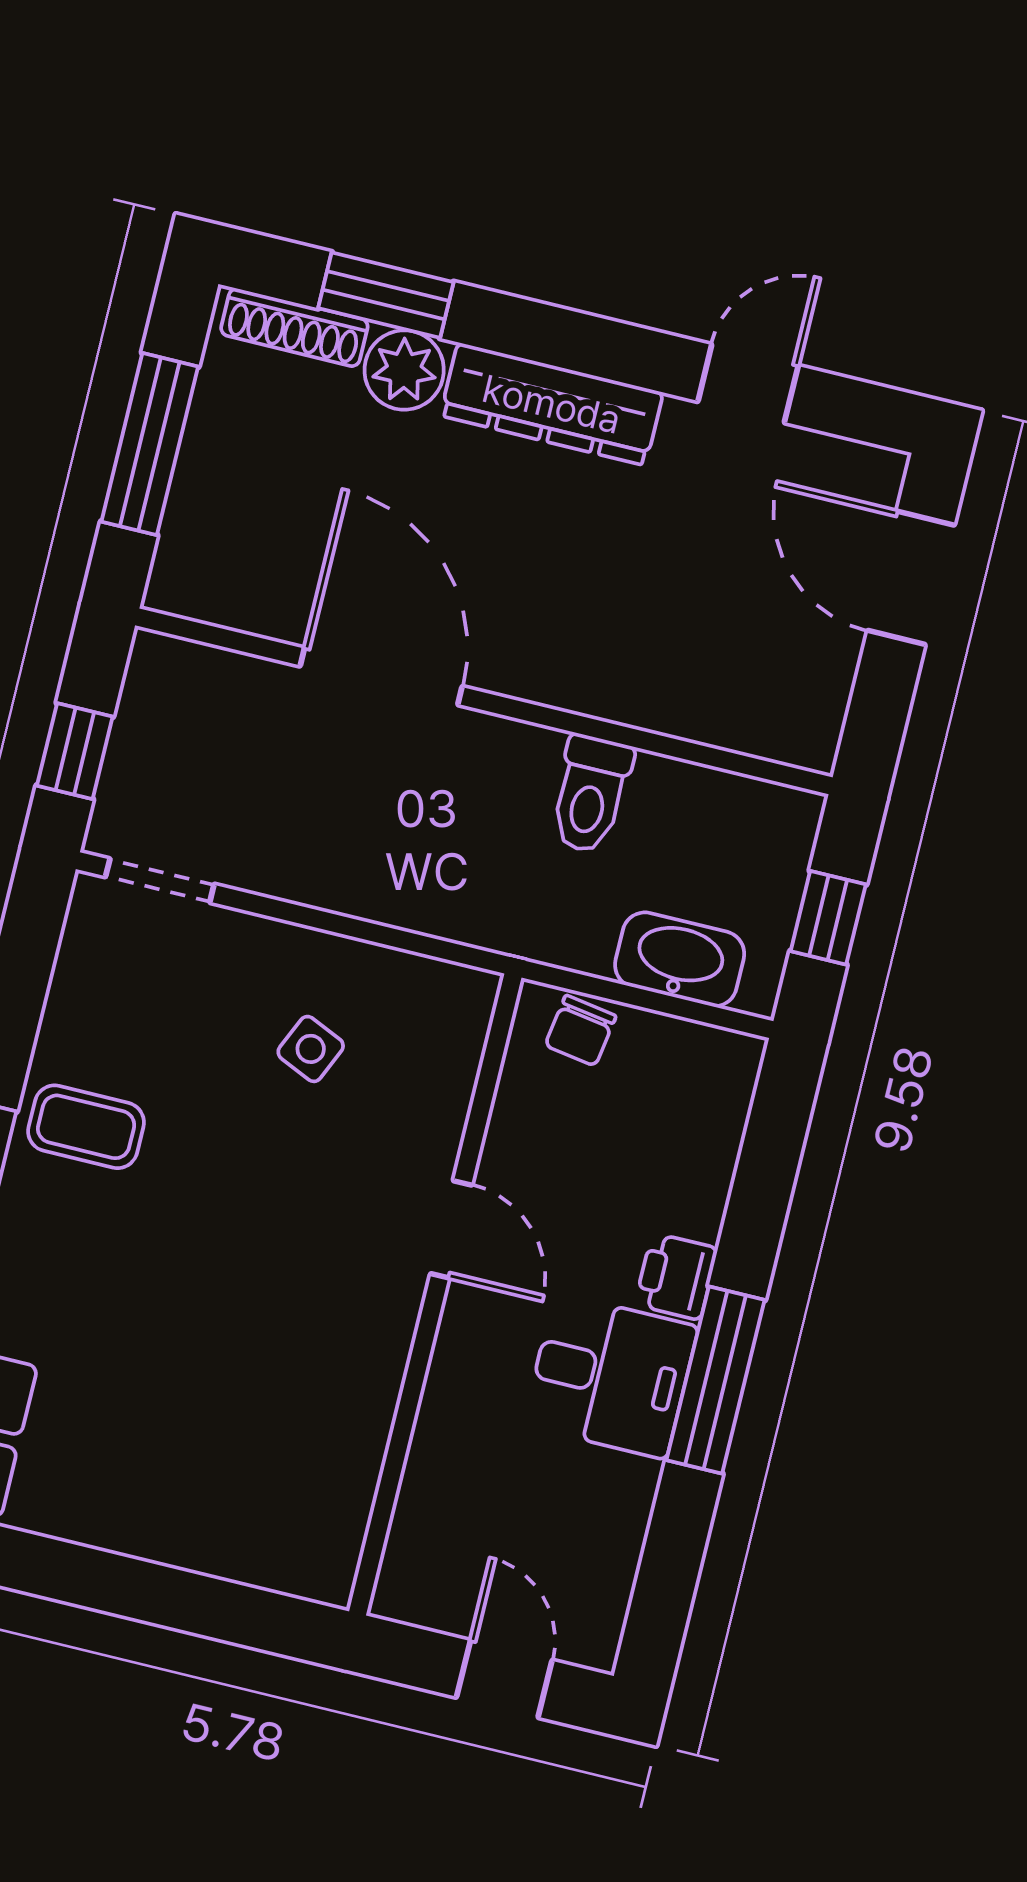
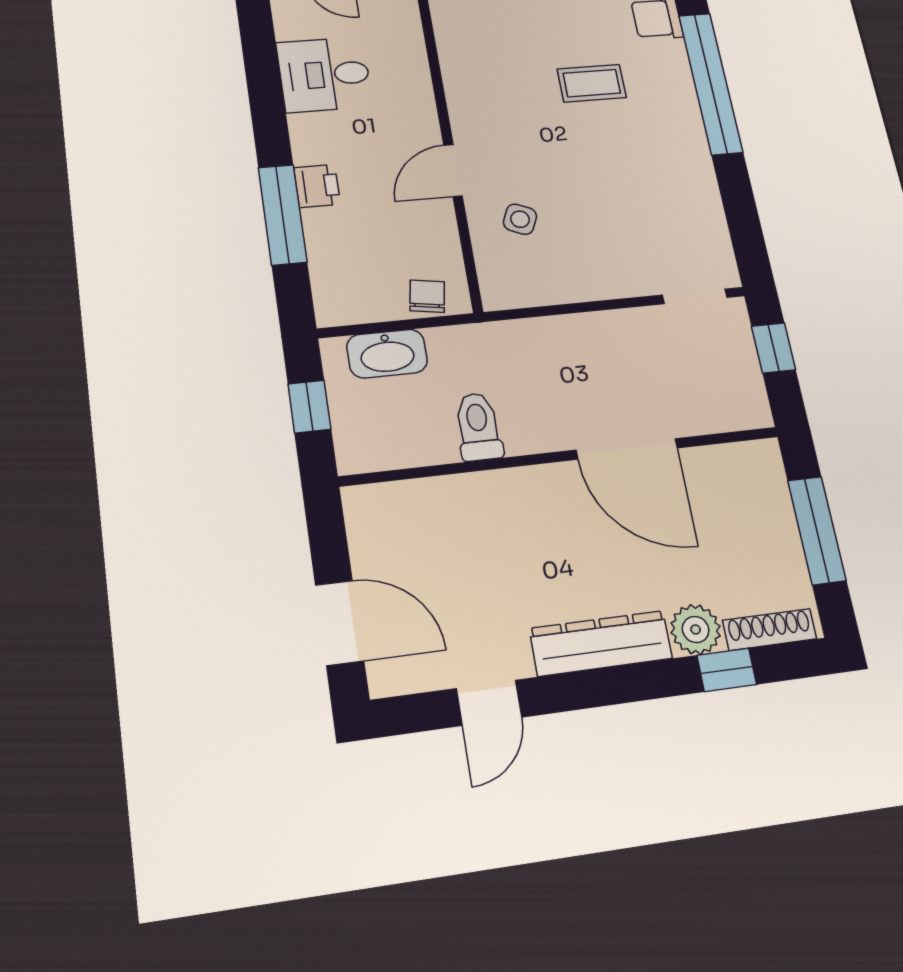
window: (386, 295) -> (727, 670), width x0.67
side table: (311, 1049) -> (520, 219), moved
coffee table: (86, 1127) -> (592, 83), moved
door: (451, 1229) -> (453, 171), hinge flipped
desk: (611, 1376) -> (324, 75), moved
window: (715, 1380) -> (283, 215), moved

